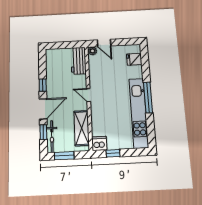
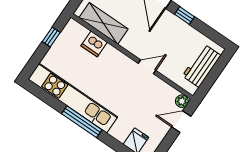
workbench: (78, 61) -> (202, 66), moved, turned -90
door: (88, 95) -> (147, 67), moved
dishwasher: (99, 143) -> (94, 44), moved, turned 90

